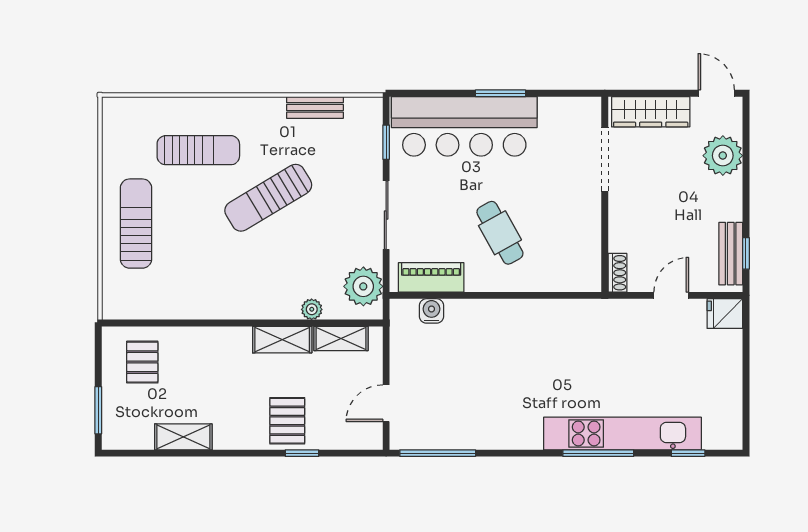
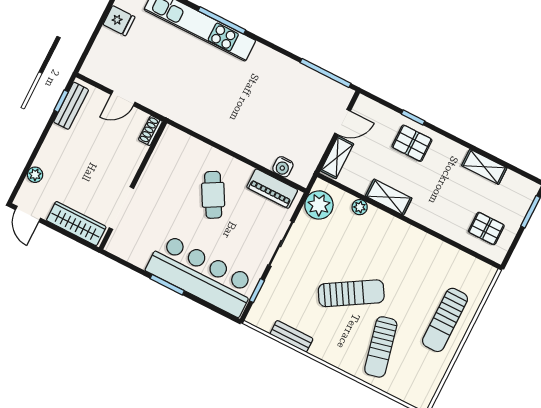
sun lounger: (198, 150) -> (381, 347), turned -103
plant: (723, 156) -> (35, 175), width x0.53, depth x0.53
fridge: (725, 314) -> (119, 21), moved
shelving: (341, 339) -> (337, 157), moved, turned 90
pallet: (142, 362) -> (486, 228), turned 90
pallet: (287, 421) -> (412, 143), turned 90

